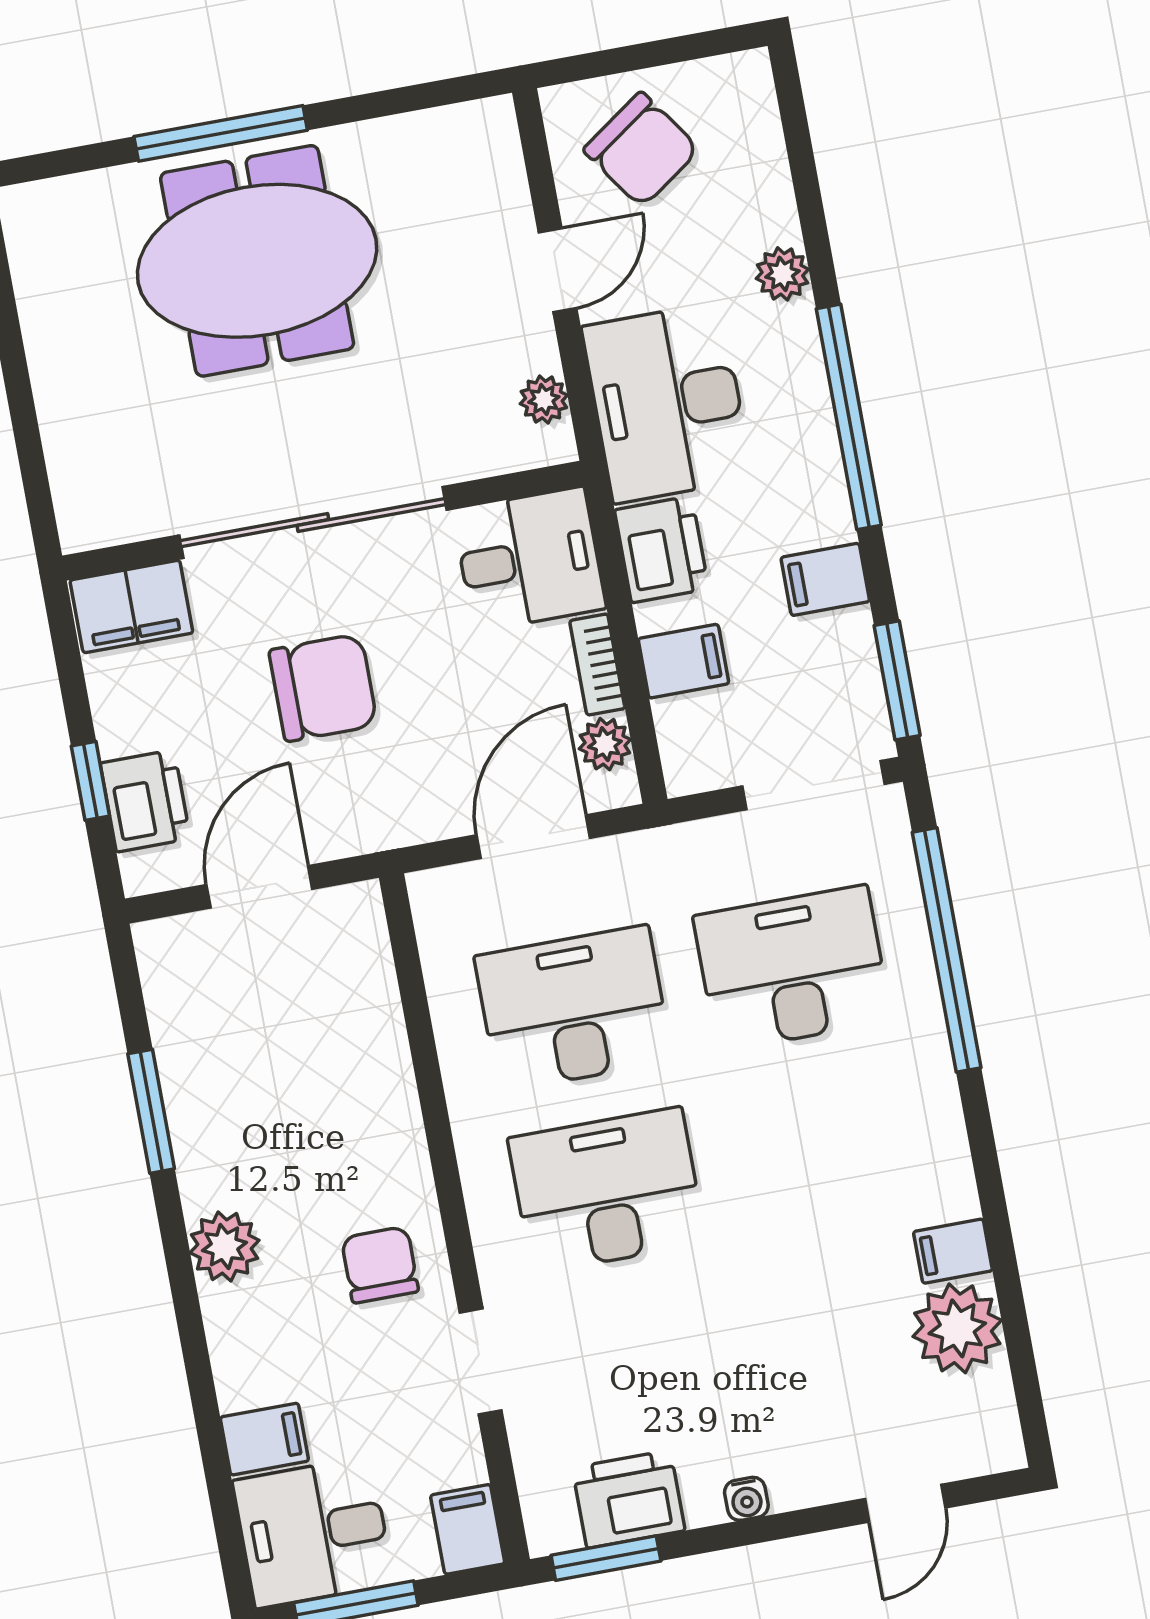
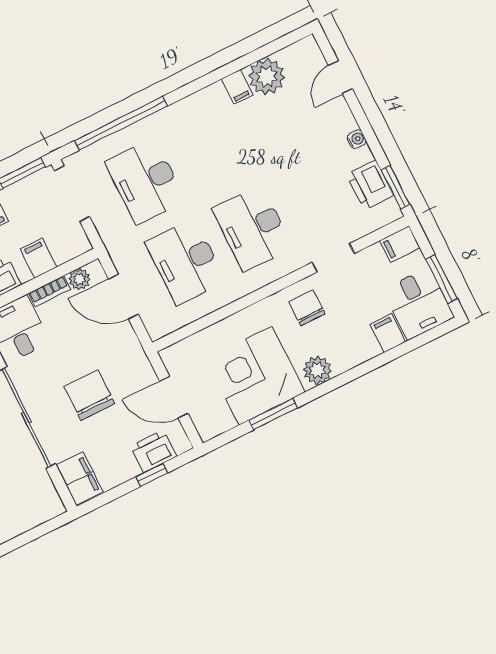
corner desk: (254, 1096) -> (256, 376), added
chair: (380, 1265) -> (307, 308), turned 90
door: (905, 1503) -> (340, 77), swing flipped

